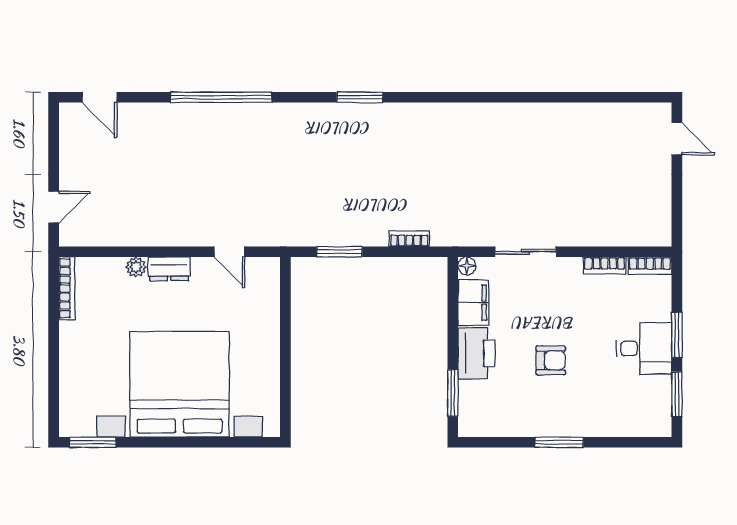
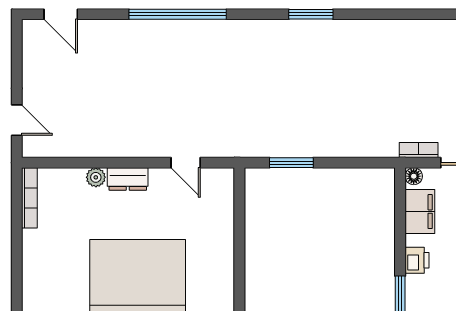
door: (54, 207) -> (17, 120), hinge flipped
bookcase: (409, 239) -> (419, 150), moved
printer: (476, 353) -> (417, 260), width x0.53, depth x0.68

